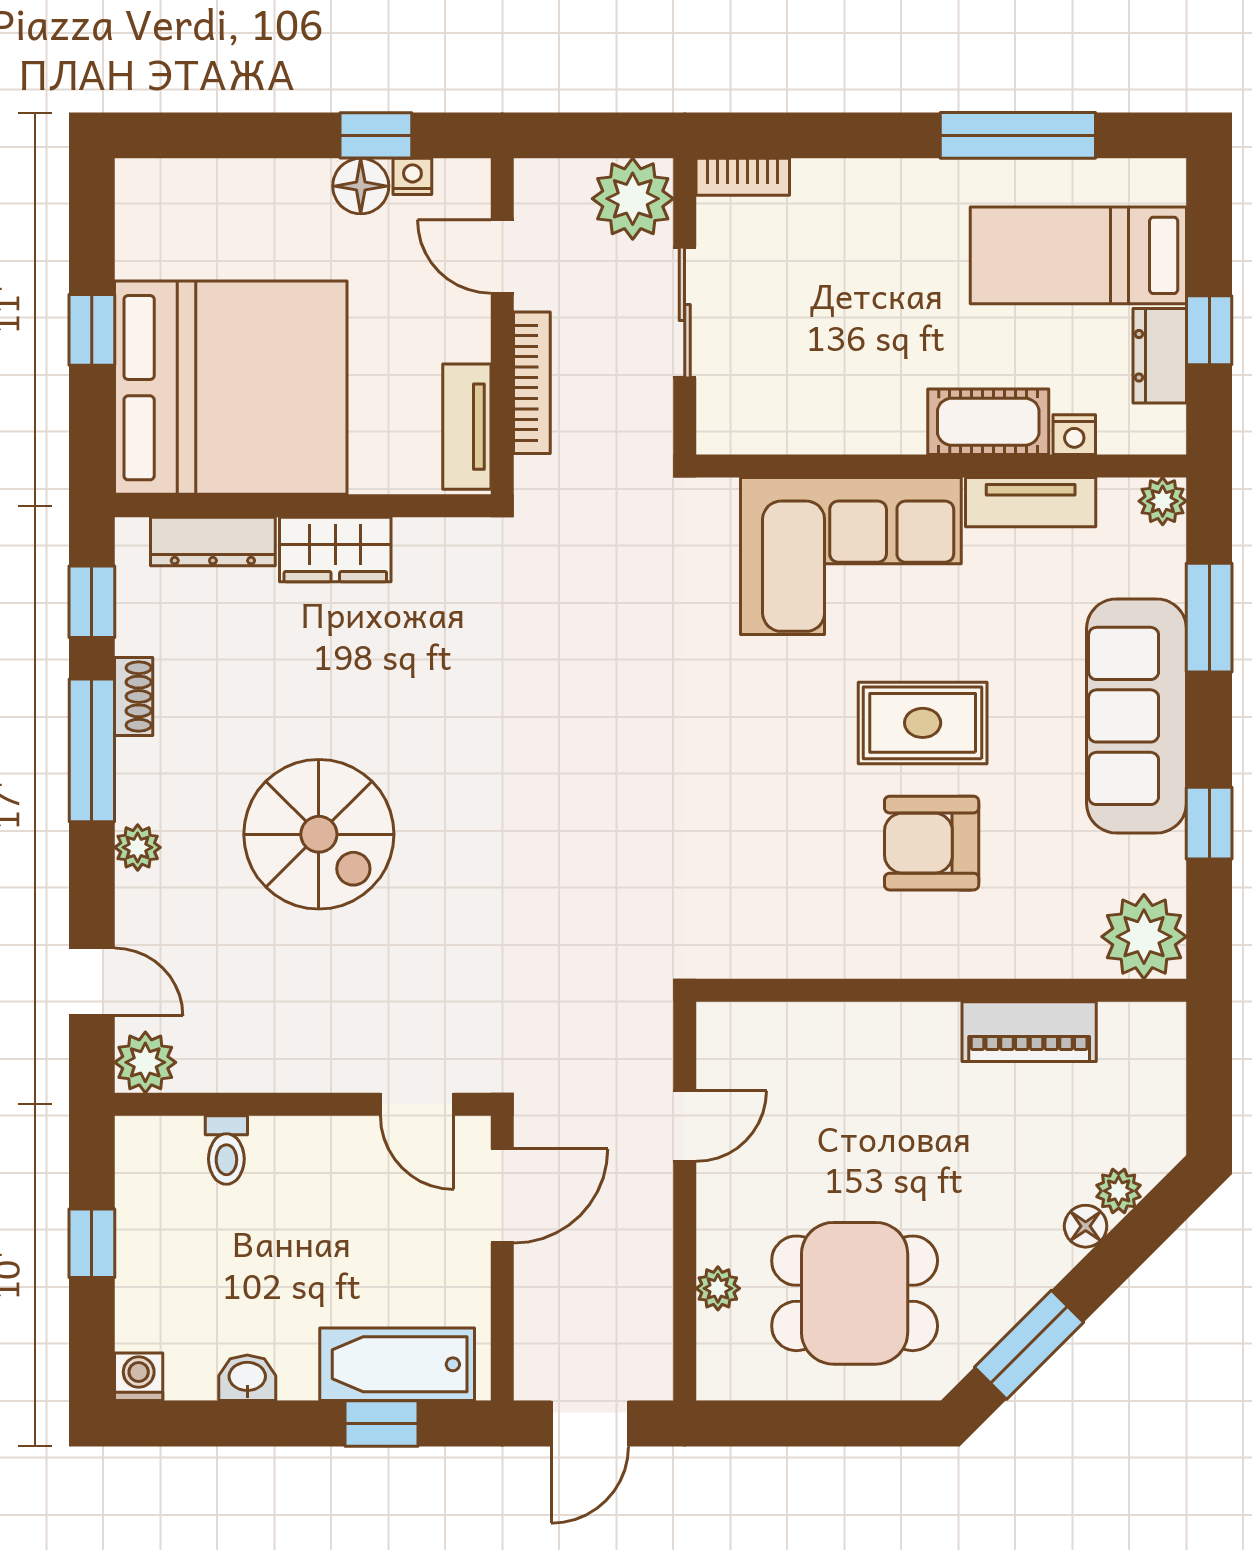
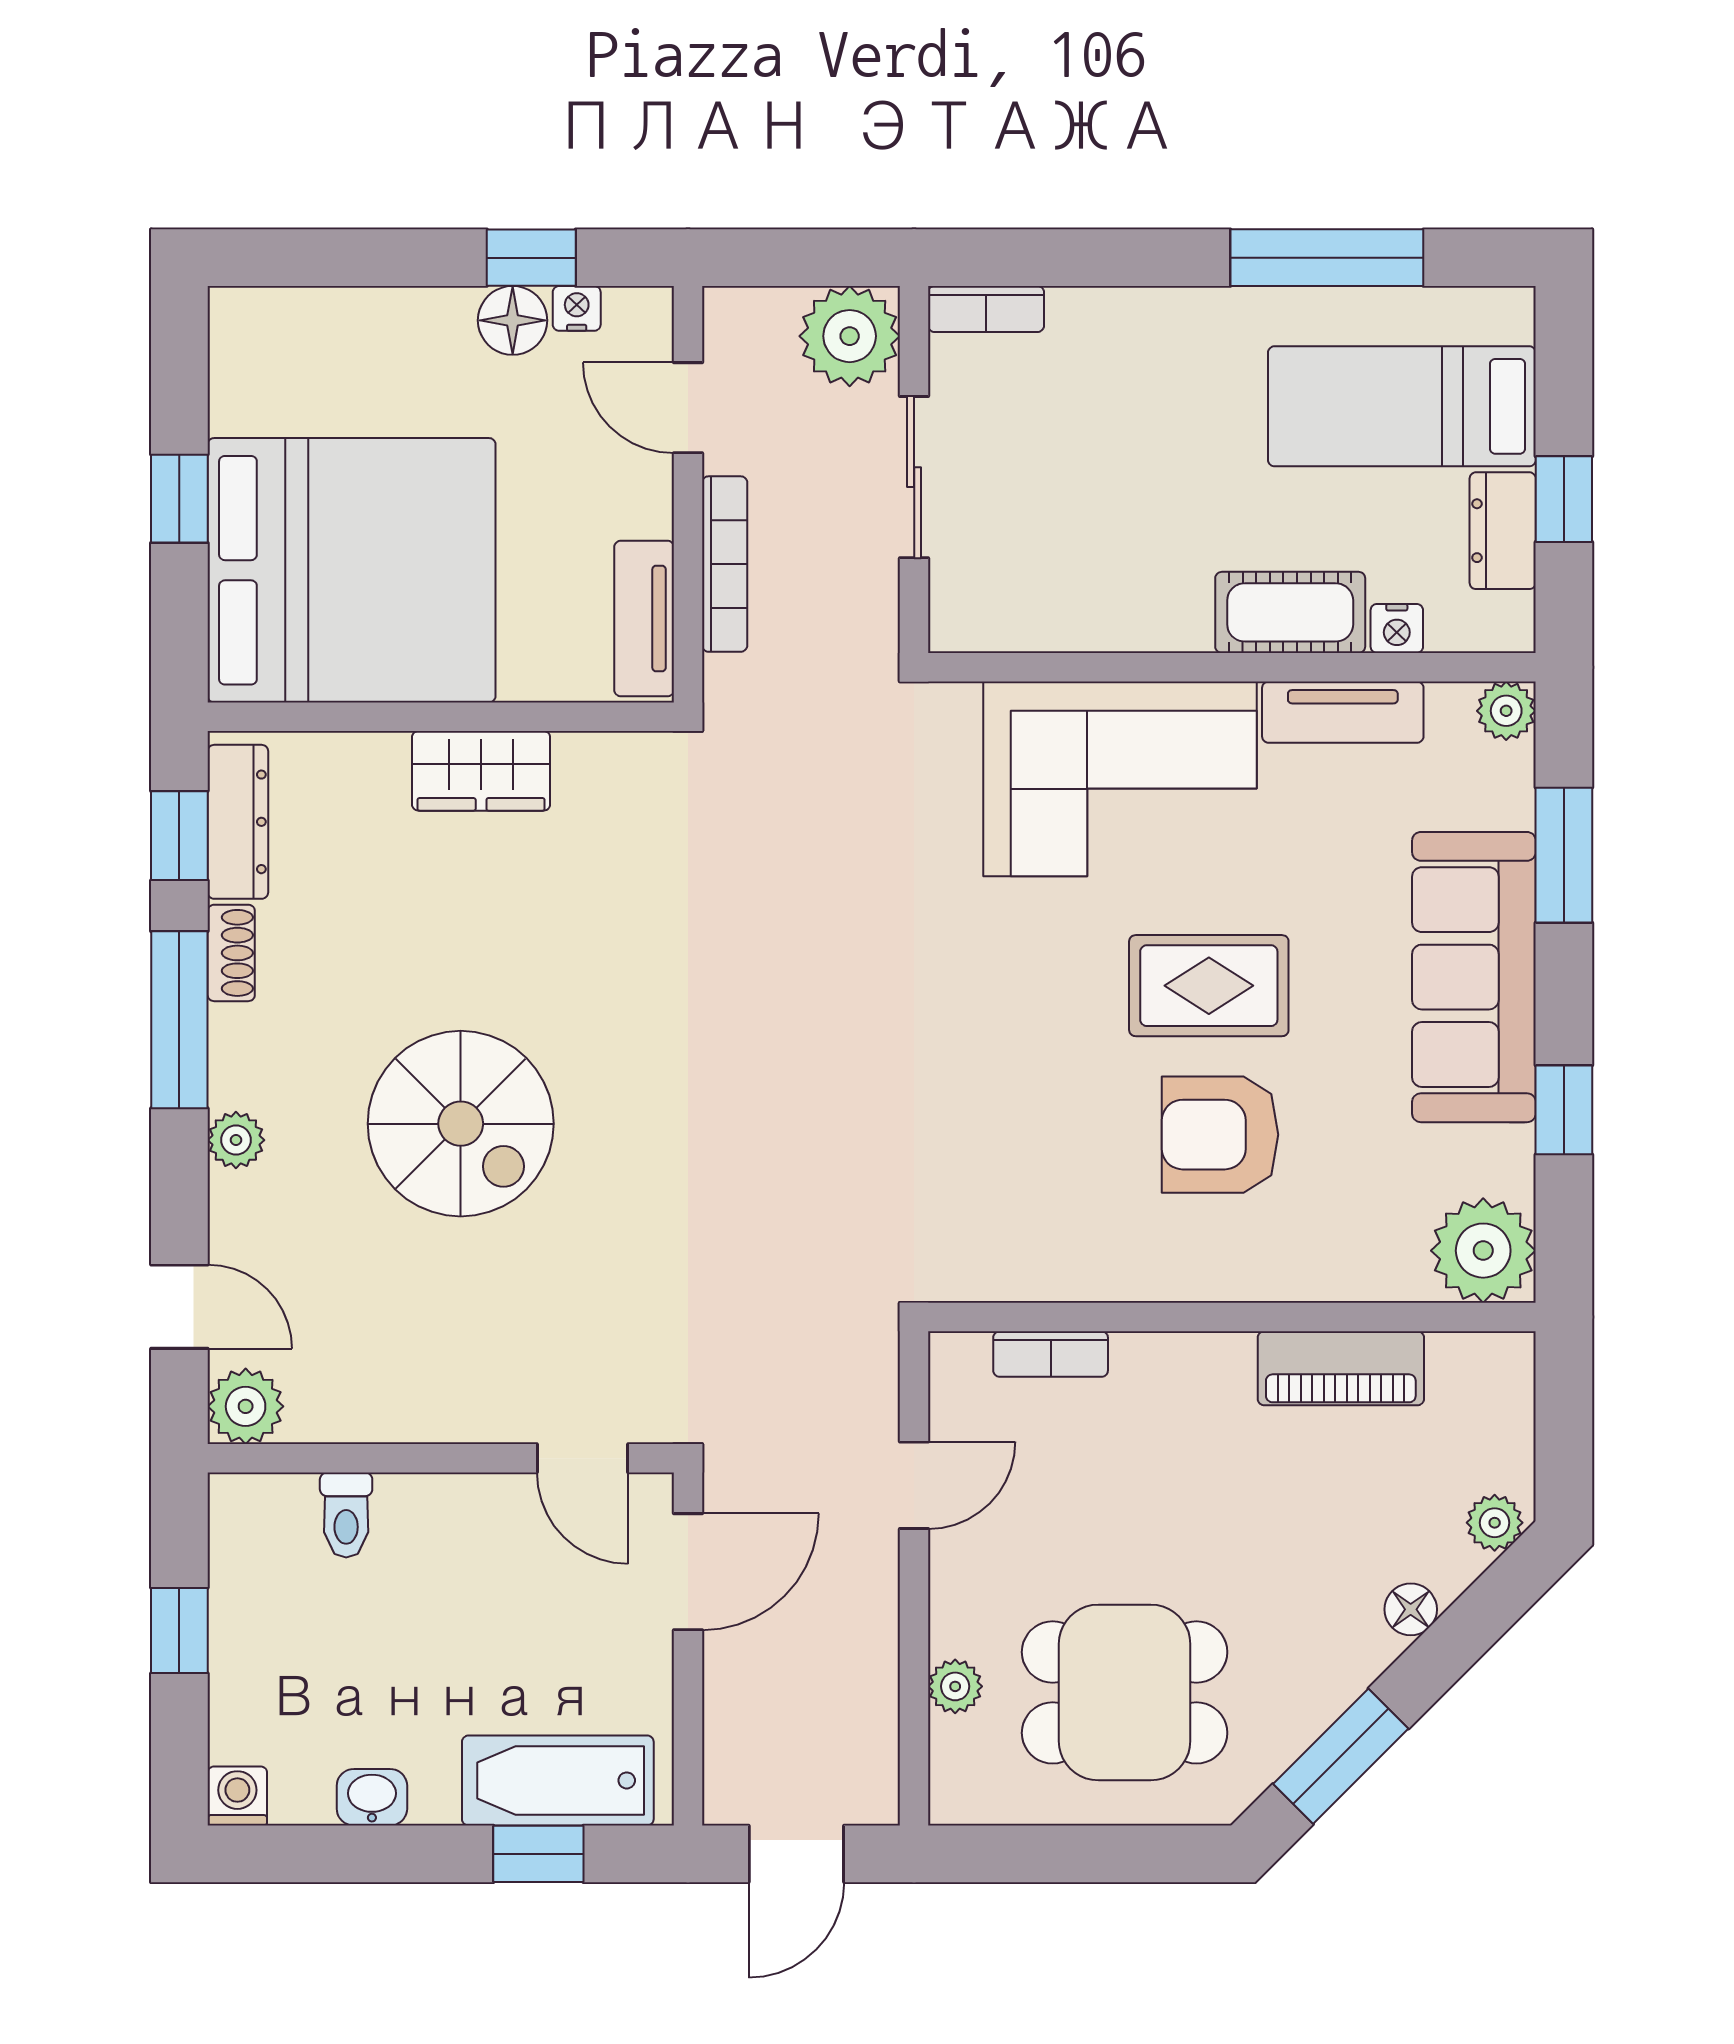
dresser: (213, 542) -> (238, 822), moved, turned -90
bookcase: (795, 1020) -> (1051, 1354), added
plant: (1119, 1191) -> (1495, 1523), moved

